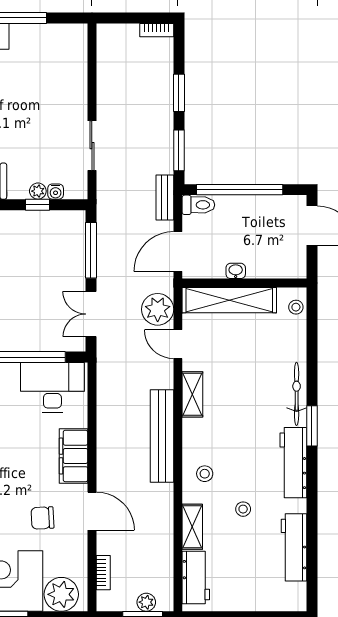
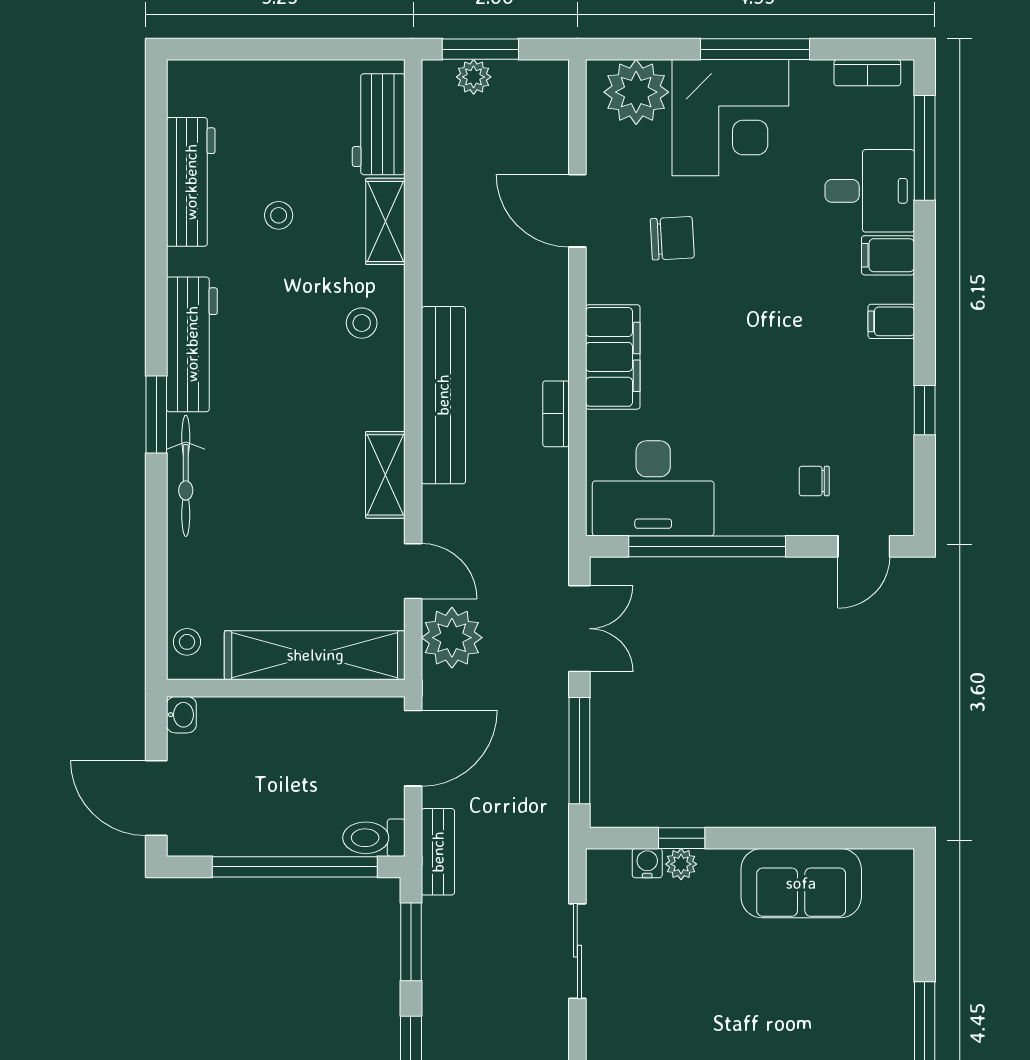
washbasin: (236, 271) -> (181, 715), moved, turned -90
stool: (243, 509) -> (279, 215), moved
door: (92, 511) -> (577, 211), moved
bookcase: (103, 573) -> (556, 414), moved

